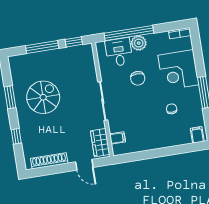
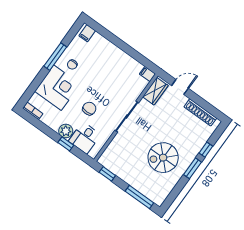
window: (129, 33) -> (66, 144), width x0.32
window: (42, 47) -> (139, 197), moved
window: (10, 97) -> (192, 168), moved
chair: (172, 109) -> (72, 65), moved
filing cabinet: (118, 138) -> (147, 74), moved
door: (84, 165) -> (180, 87), hinge flipped

